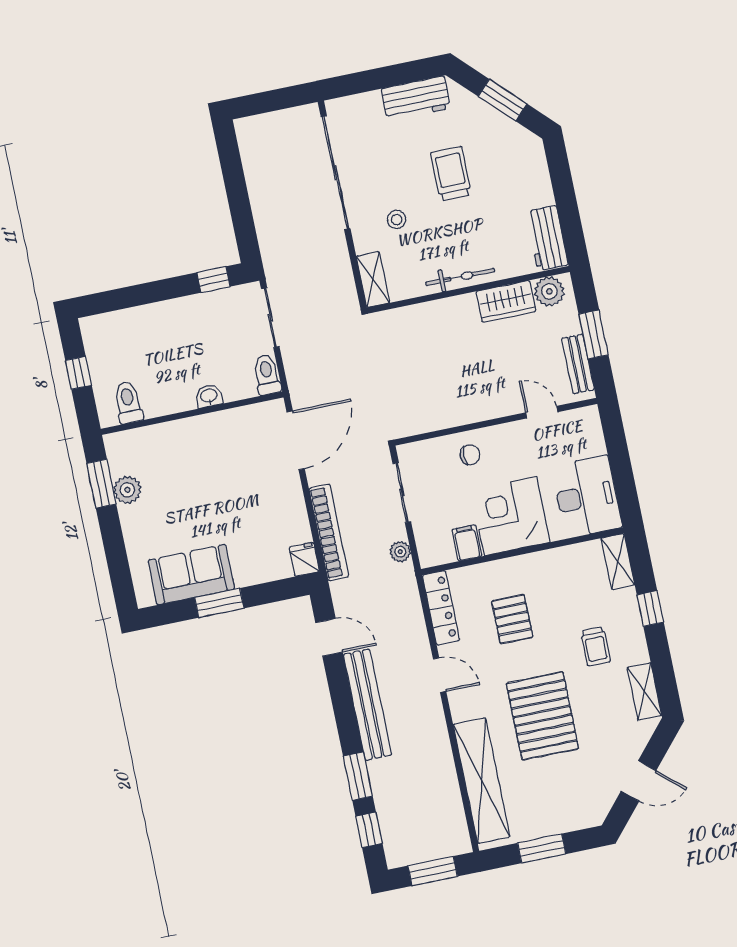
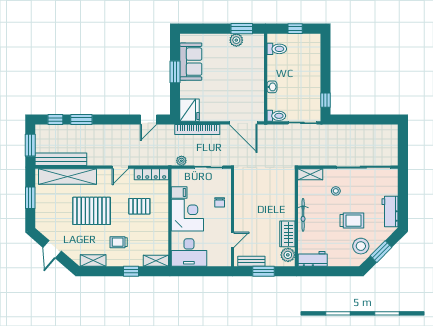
stool: (500, 144) -> (361, 246), added
fridge: (304, 559) -> (190, 110), width x1.88, depth x1.34
bench: (367, 705) -> (61, 159), moved

